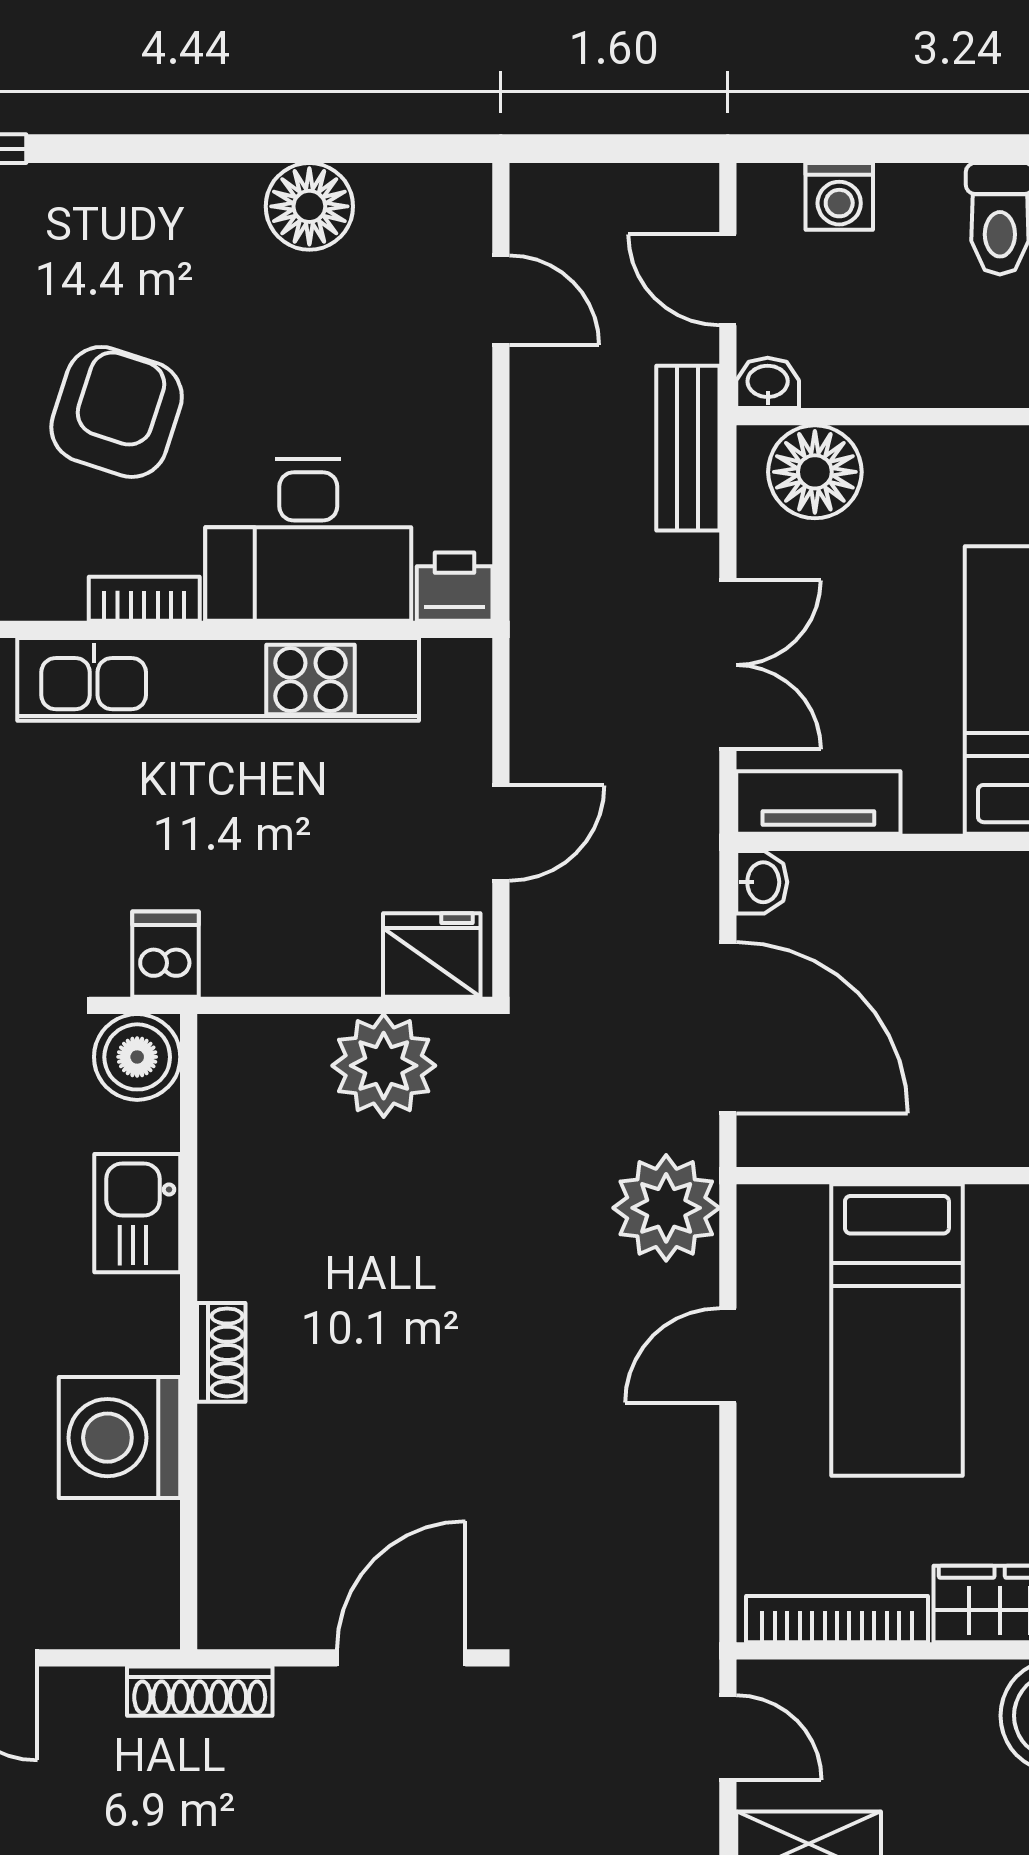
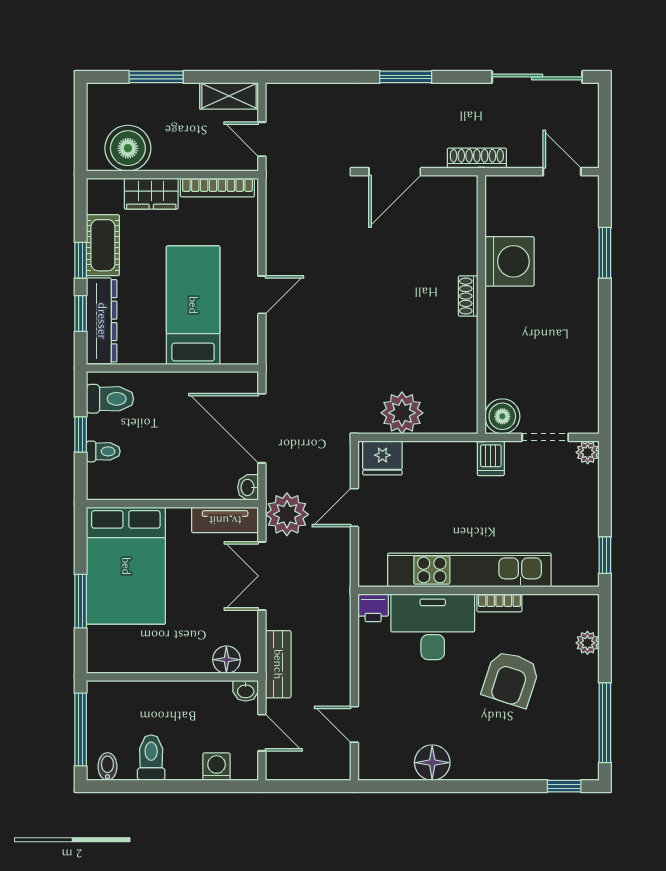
floor lamp: (815, 472) -> (226, 660), width x0.73, depth x0.73
plant: (666, 1208) -> (287, 514), moved
kitchen sink: (137, 1213) -> (502, 353), removed

